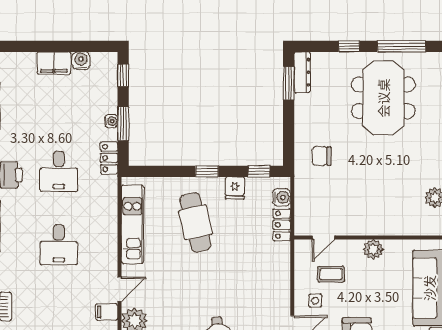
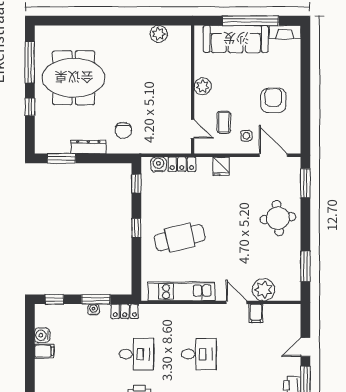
filing cabinet: (54, 63) -> (44, 351), width x0.50
dresser: (302, 72) -> (88, 147), moved
fridge: (235, 188) -> (221, 166), moved, turned 90

